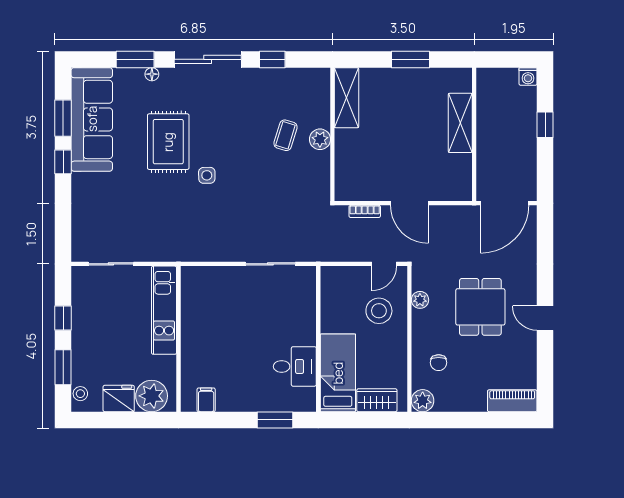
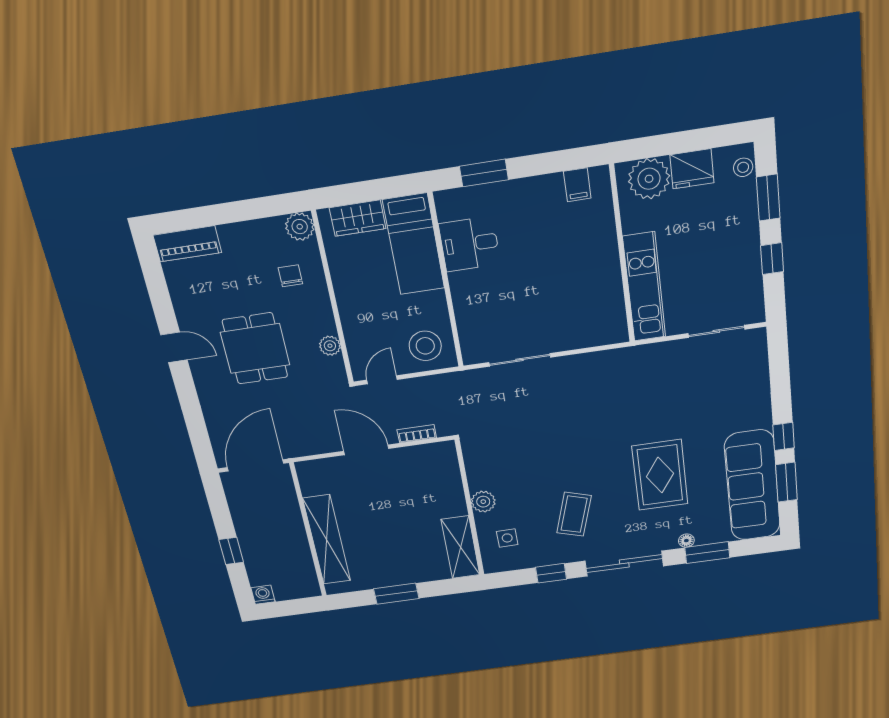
shelving: (460, 123) -> (327, 540), width x1.47
coffee table: (285, 135) -> (574, 514), moved, width x1.36, depth x1.30
side table: (207, 175) -> (507, 538), moved
stool: (379, 311) -> (425, 346), moved

